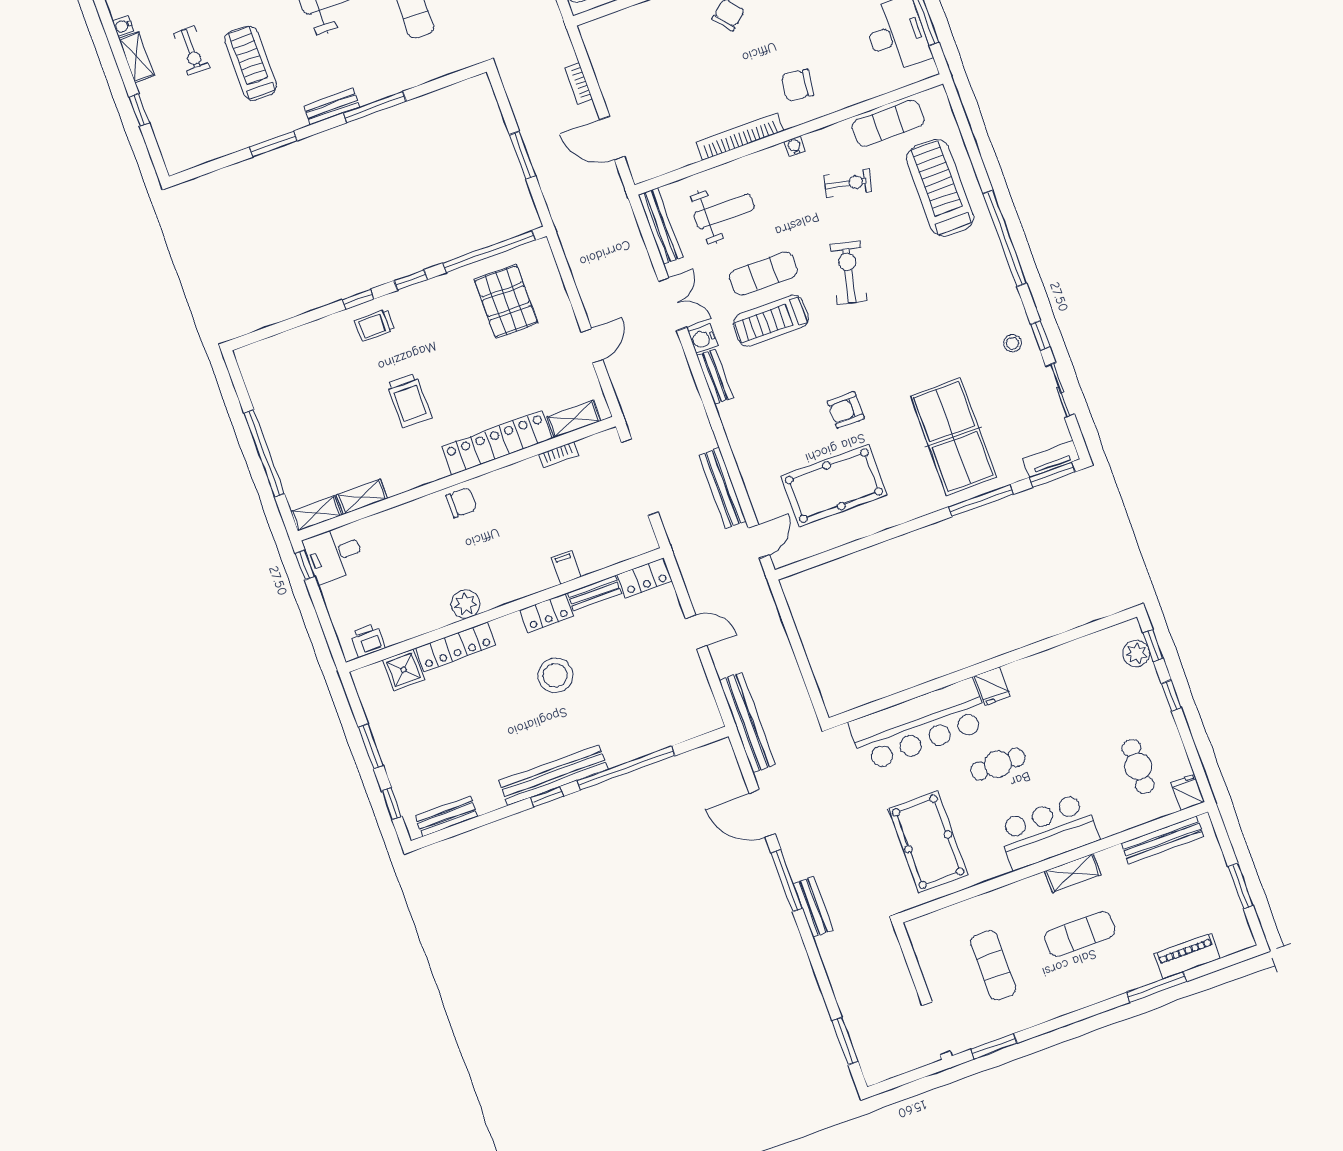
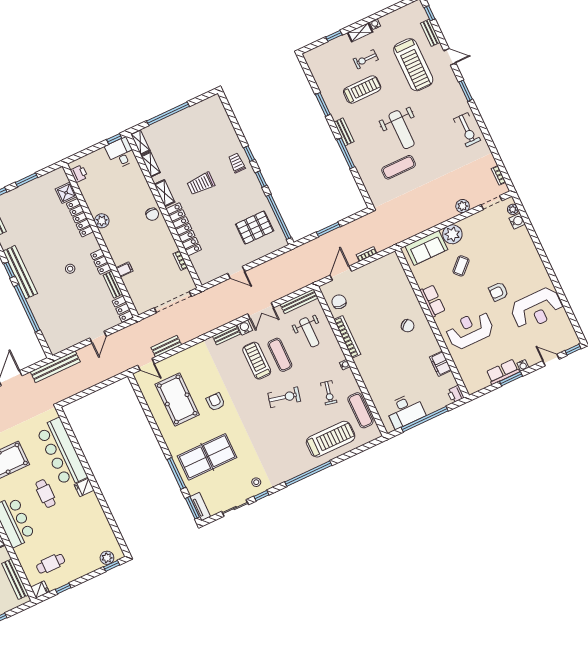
chair: (797, 85) -> (339, 302), moved
shelving: (574, 419) -> (165, 193), moved
bench: (723, 488) -> (166, 346), width x0.73
stool: (555, 675) -> (70, 269), width x0.53, depth x0.53
window: (1171, 696) -> (63, 588), moved

